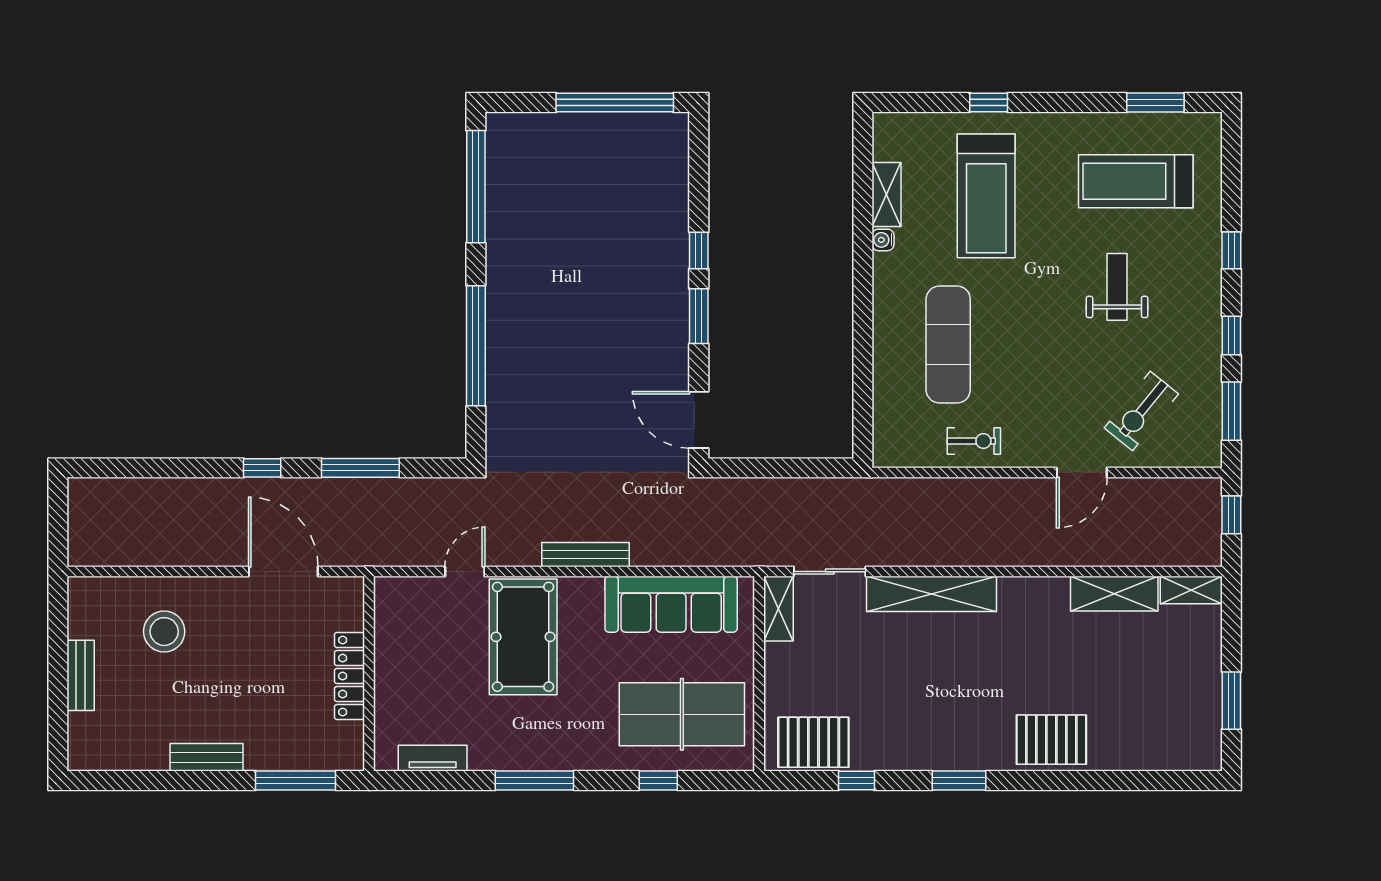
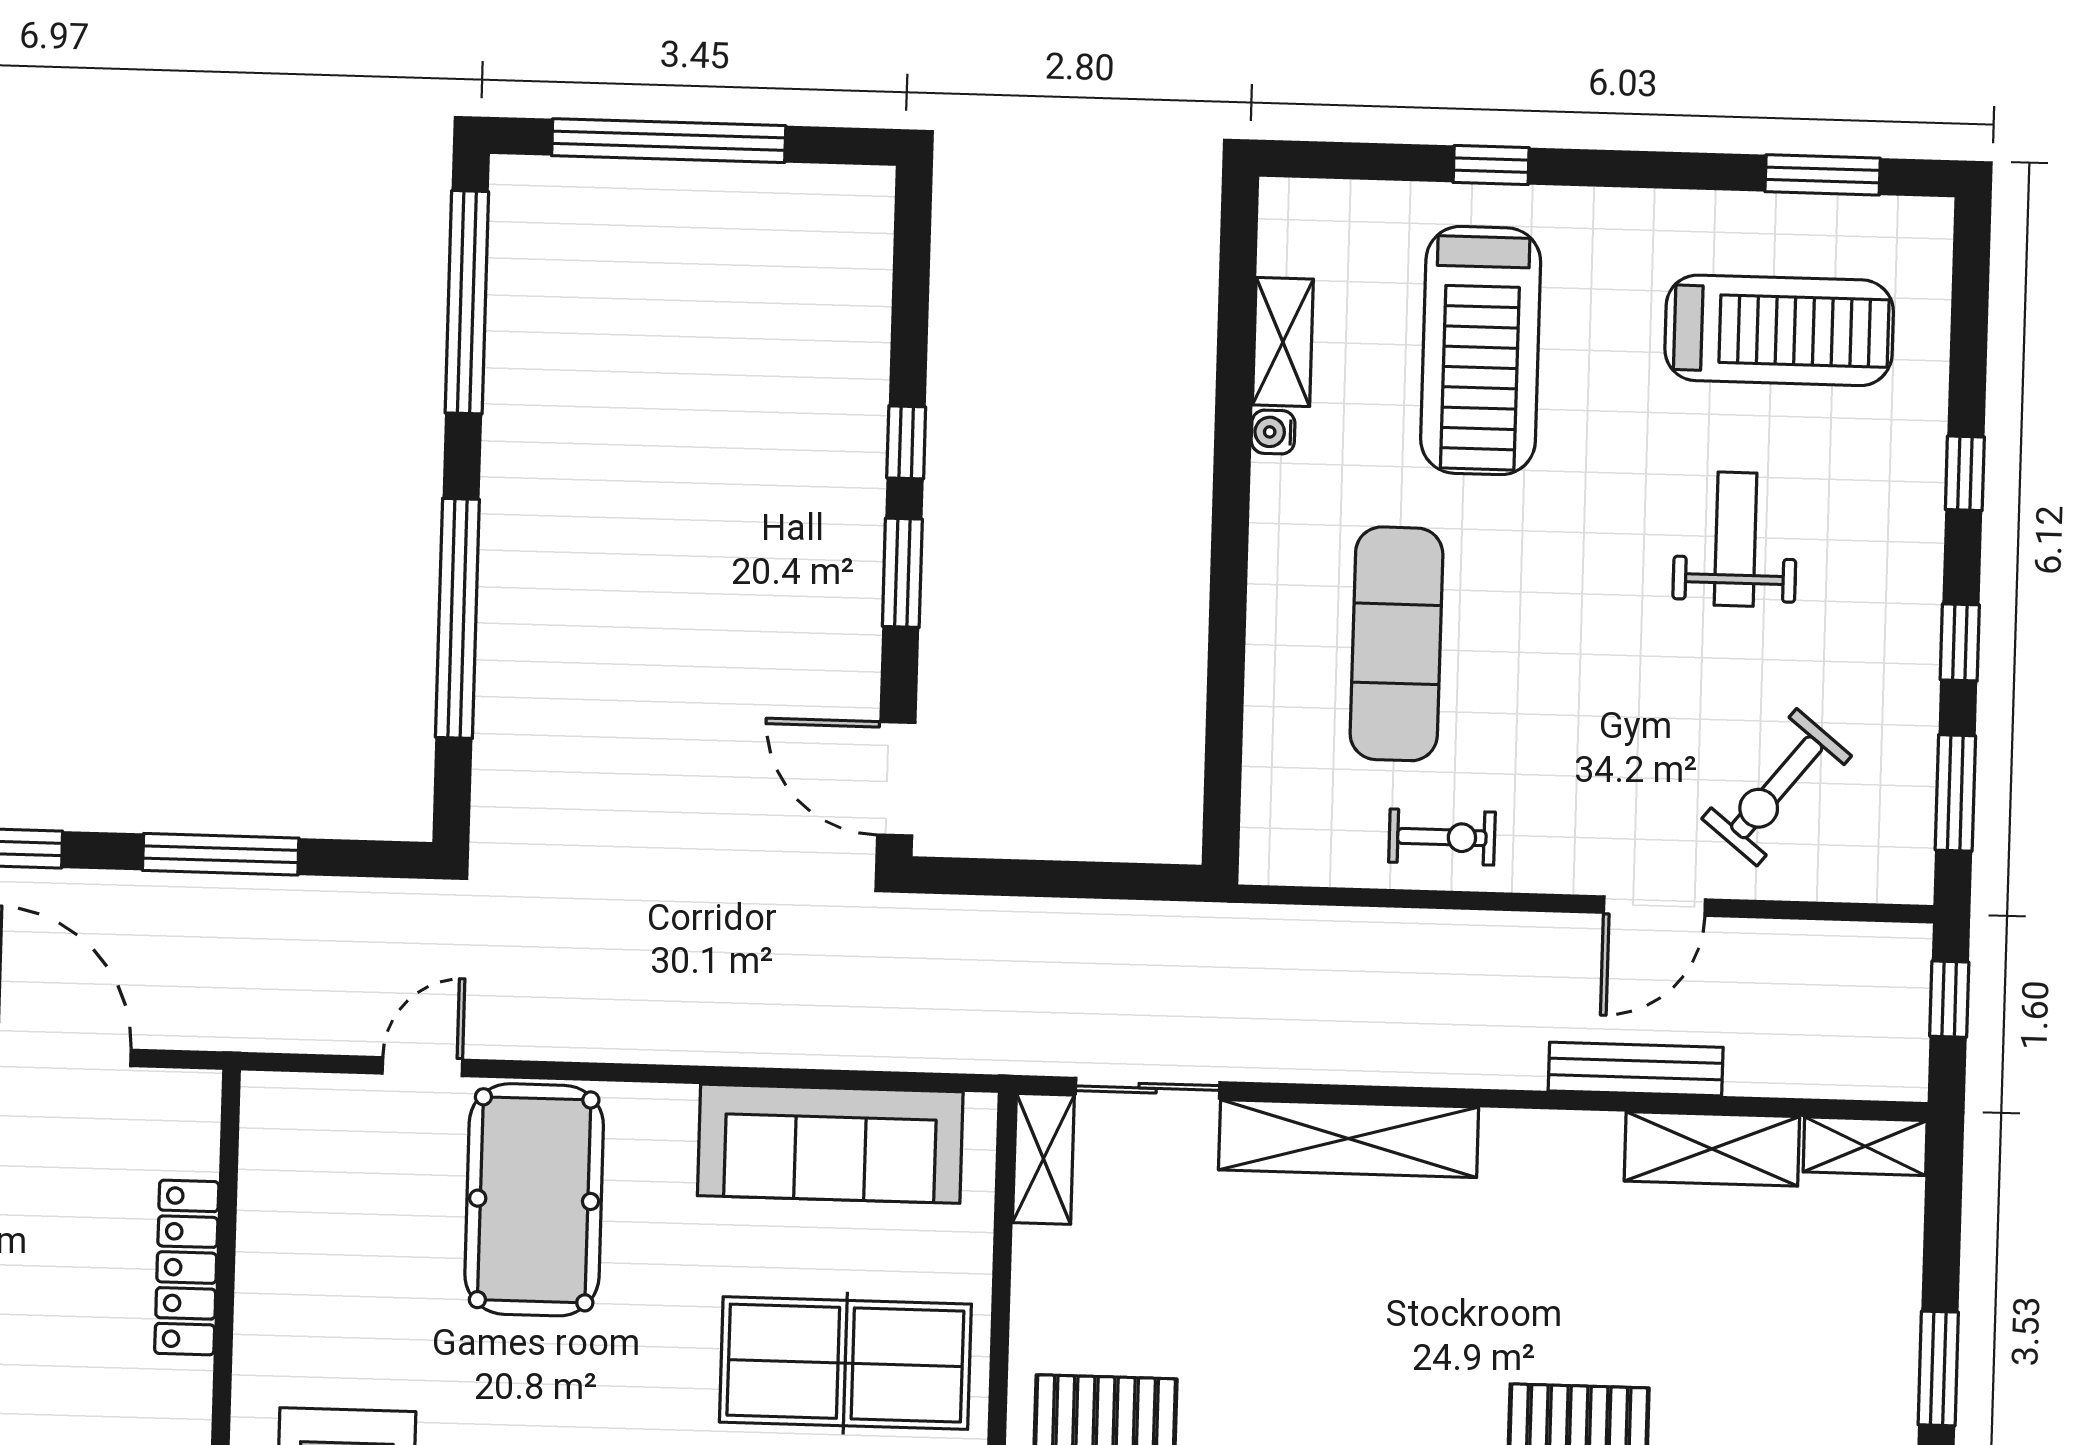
window: (615, 102) -> (669, 141), moved
treadmill: (1136, 181) -> (1779, 330), turned 180
bench: (585, 555) -> (1636, 1069), moved

